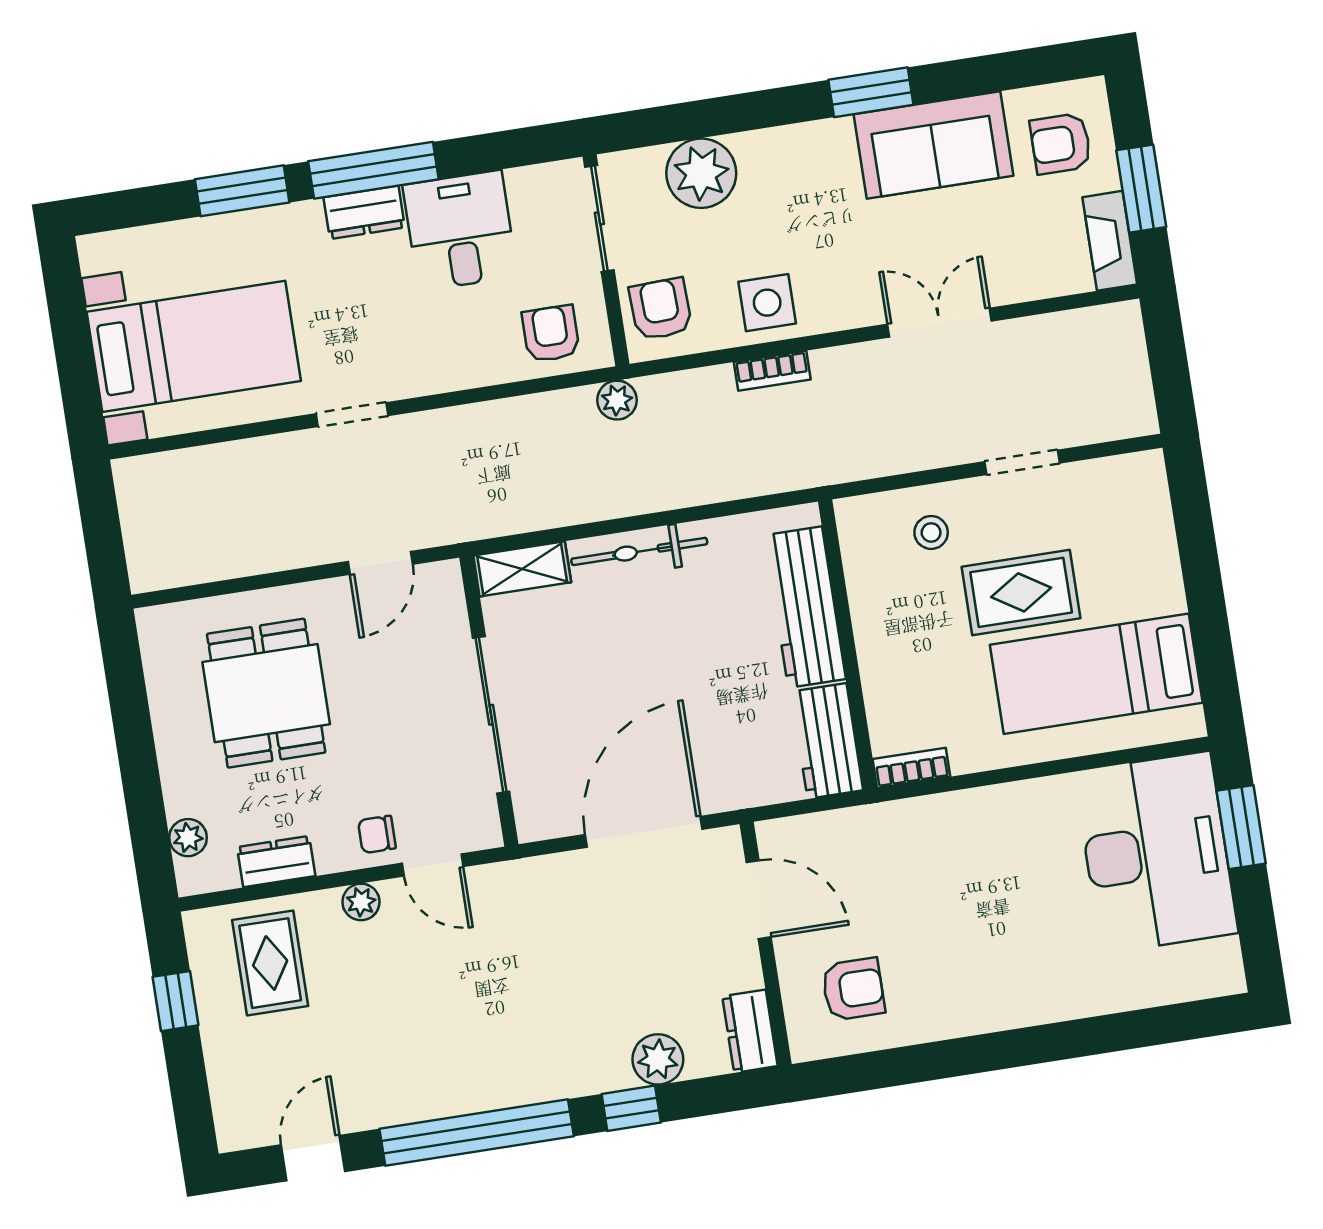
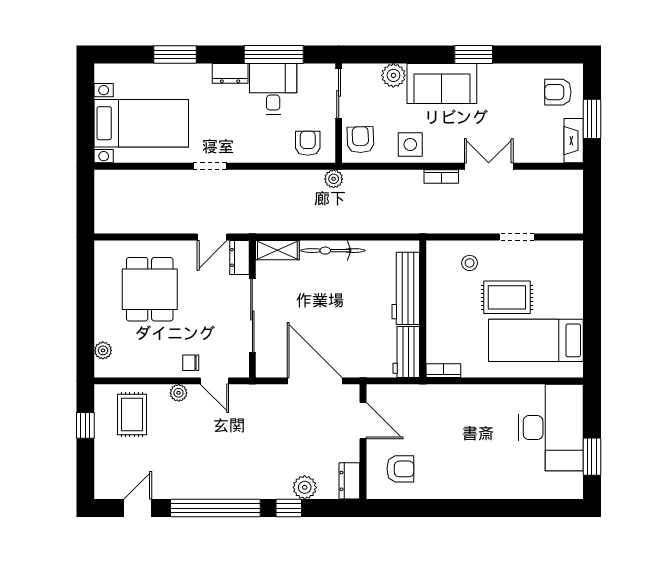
sofa: (933, 145) -> (442, 84), moved
window: (373, 170) -> (274, 55), moved
plant: (701, 173) -> (393, 75), width x0.73, depth x0.73
bookcase: (772, 371) -> (441, 176), moved
window: (1241, 827) -> (592, 457), moved
door: (644, 832) -> (315, 381), hinge flipped
dresser: (276, 862) -> (239, 257), moved, turned -90

